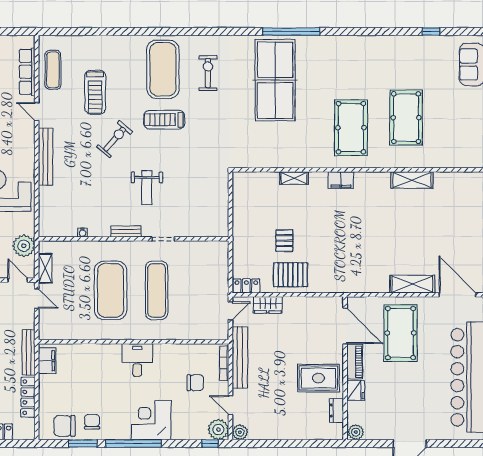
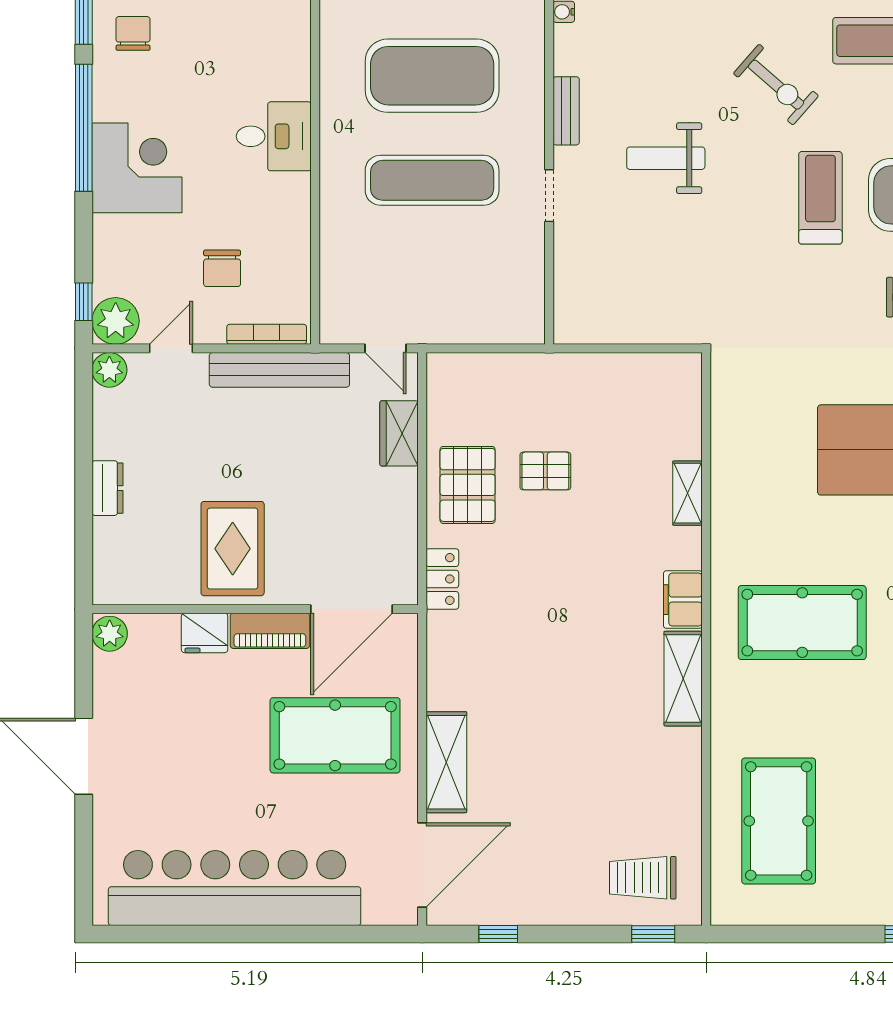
pool table: (406, 118) -> (779, 821), moved, turned 90
shelving: (412, 180) -> (683, 679), moved
trolley: (463, 198) -> (643, 878), added
locker: (246, 286) -> (442, 579), moved
dresser: (336, 410) -> (107, 488), moved, turned 90
chair: (92, 422) -> (133, 33), turned -90

